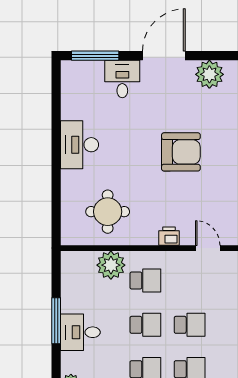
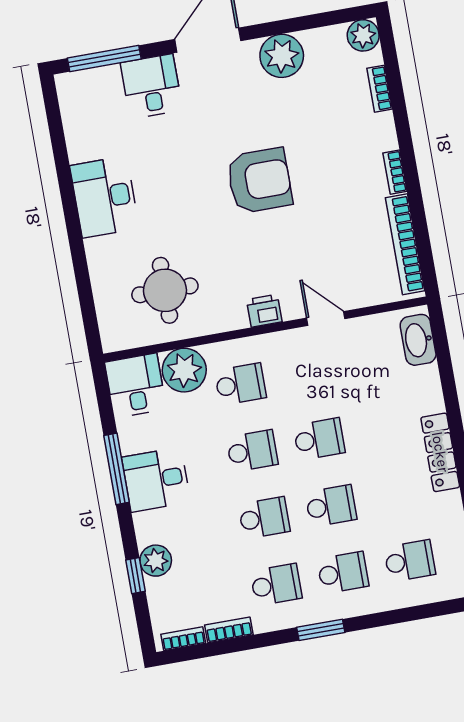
desk: (78, 269) -> (136, 386), added

